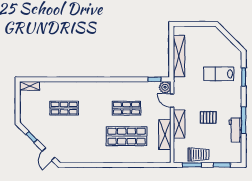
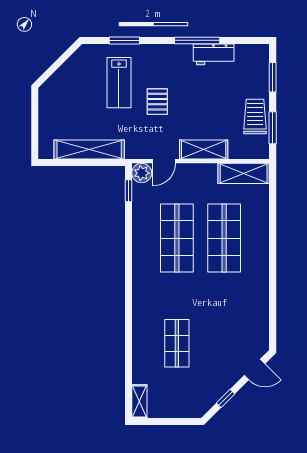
shop shelf: (126, 108) -> (177, 238), width x1.43, depth x1.36
pallet: (208, 117) -> (157, 102), moved
shelving: (165, 135) -> (244, 173), moved

